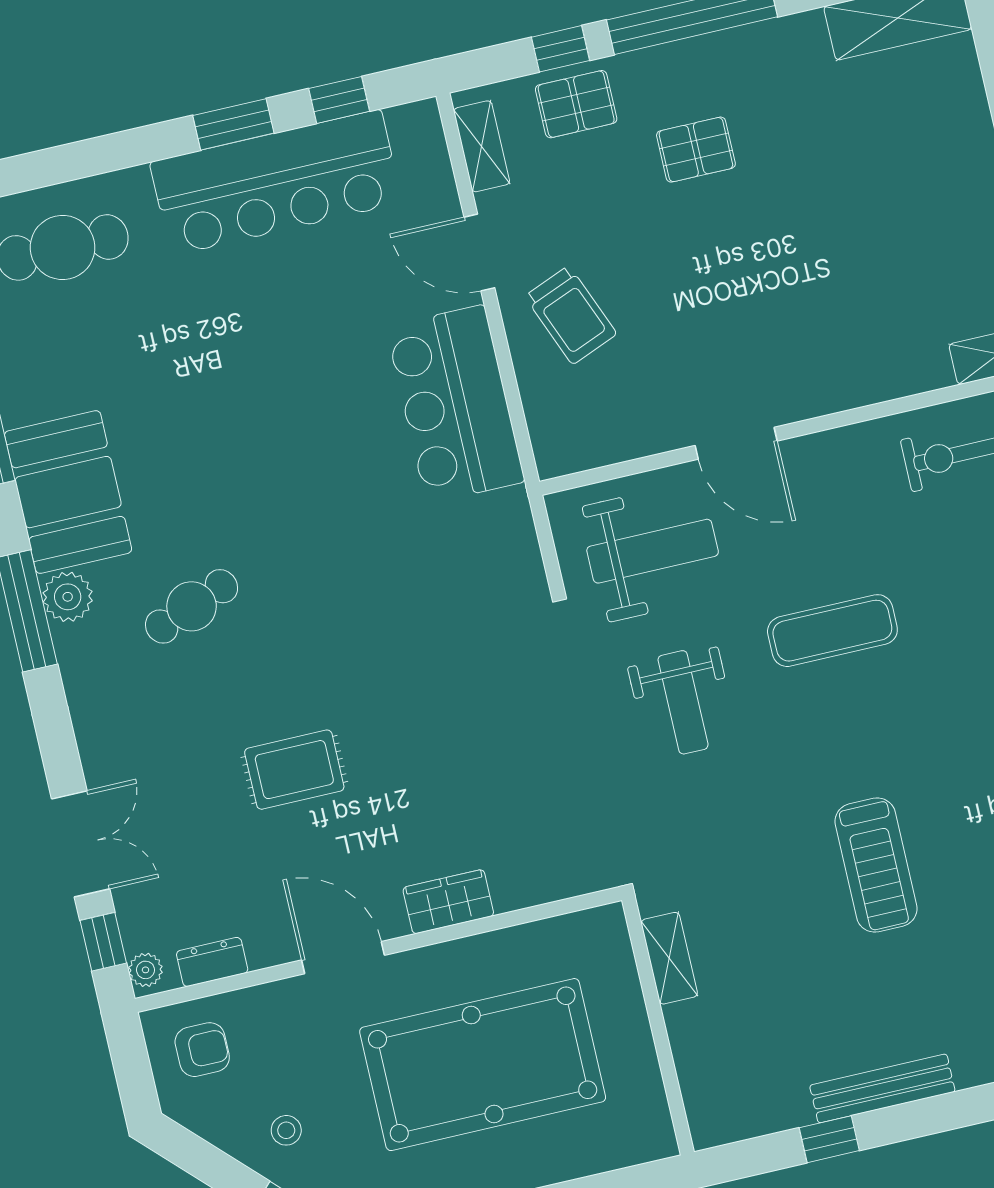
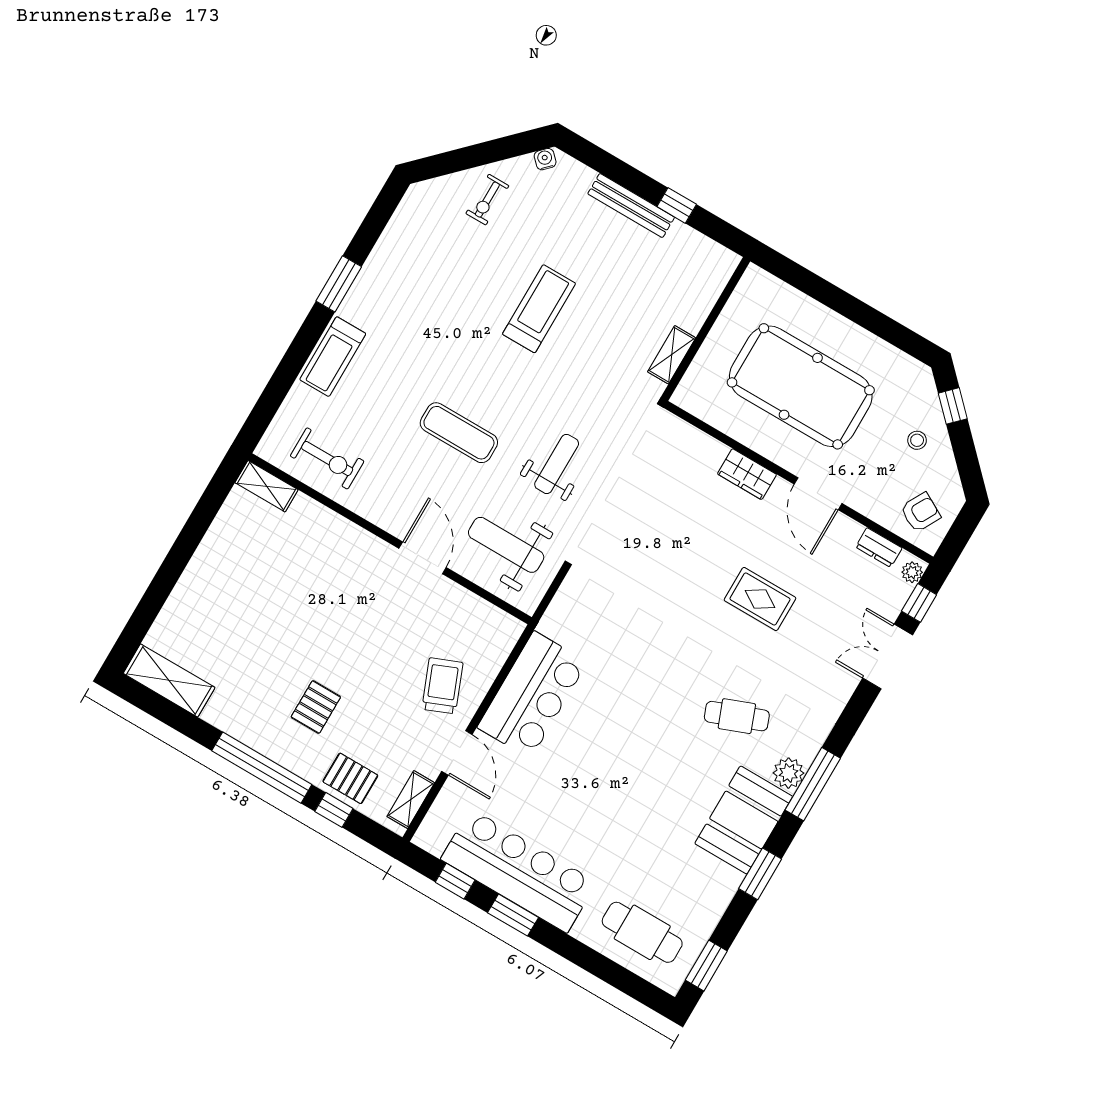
pallet: (696, 150) -> (316, 707), turned 90
armchair: (202, 1050) -> (920, 512), turned 119

